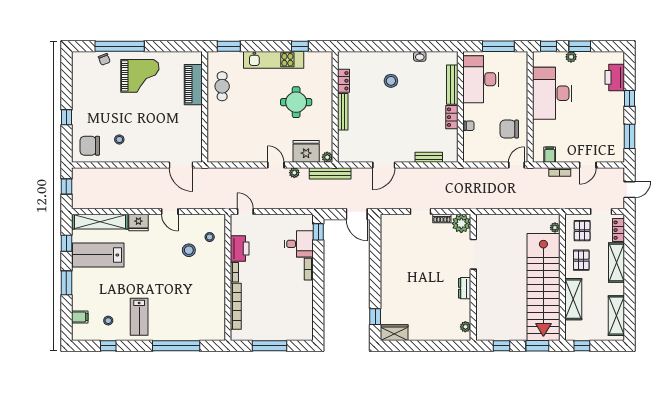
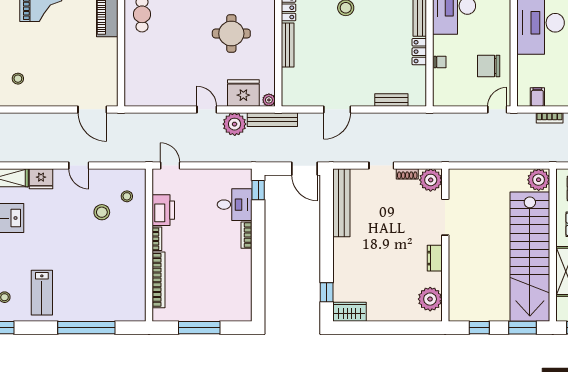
plant: (294, 173) -> (235, 124), width x1.88, depth x1.88
plant: (555, 228) -> (539, 180), width x1.87, depth x1.87
bench: (387, 242) -> (341, 203), added
plant: (465, 327) -> (430, 299), width x1.88, depth x1.88

